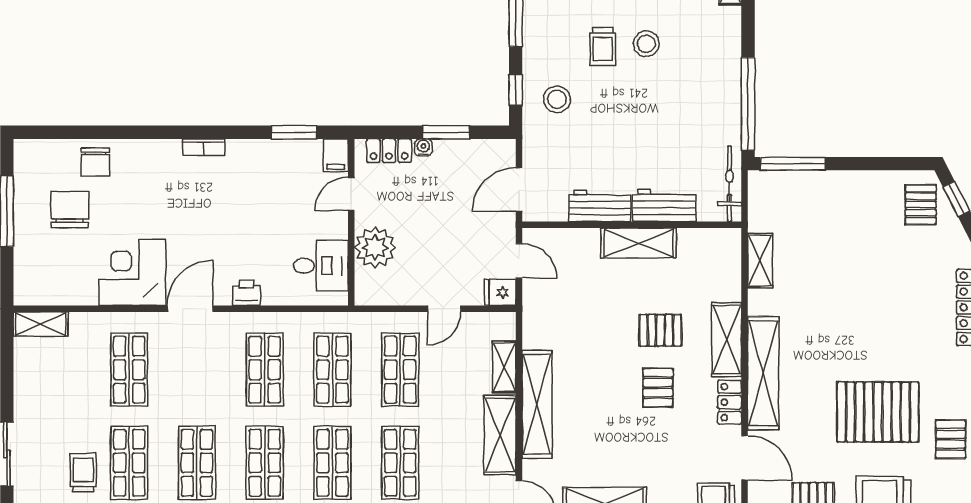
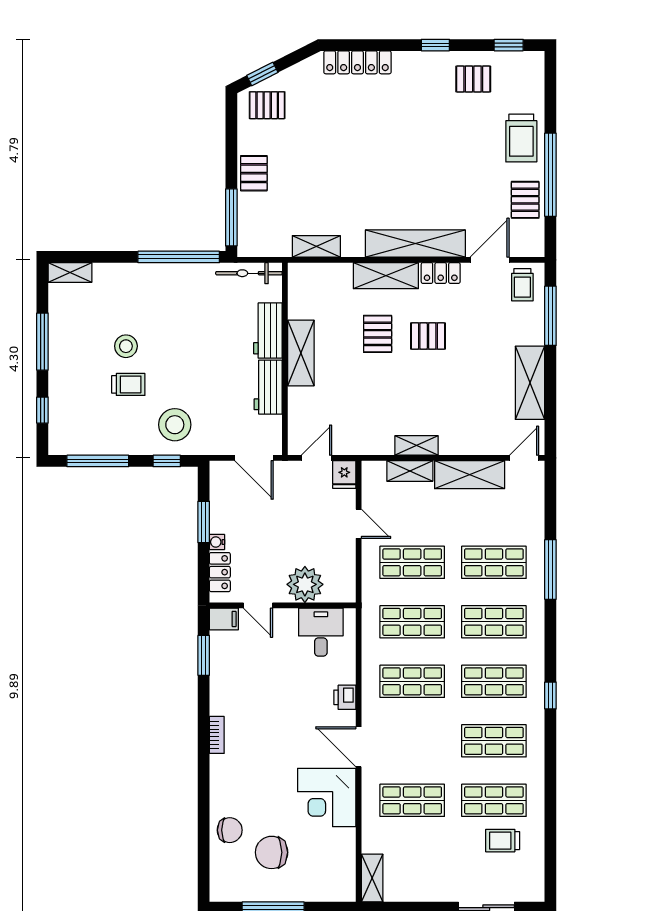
stool: (557, 99) -> (175, 425), width x1.38, depth x1.38
shelving: (537, 404) -> (417, 445), width x0.45, depth x0.75
pallet: (878, 412) -> (254, 173), moved, width x0.49, depth x0.50

